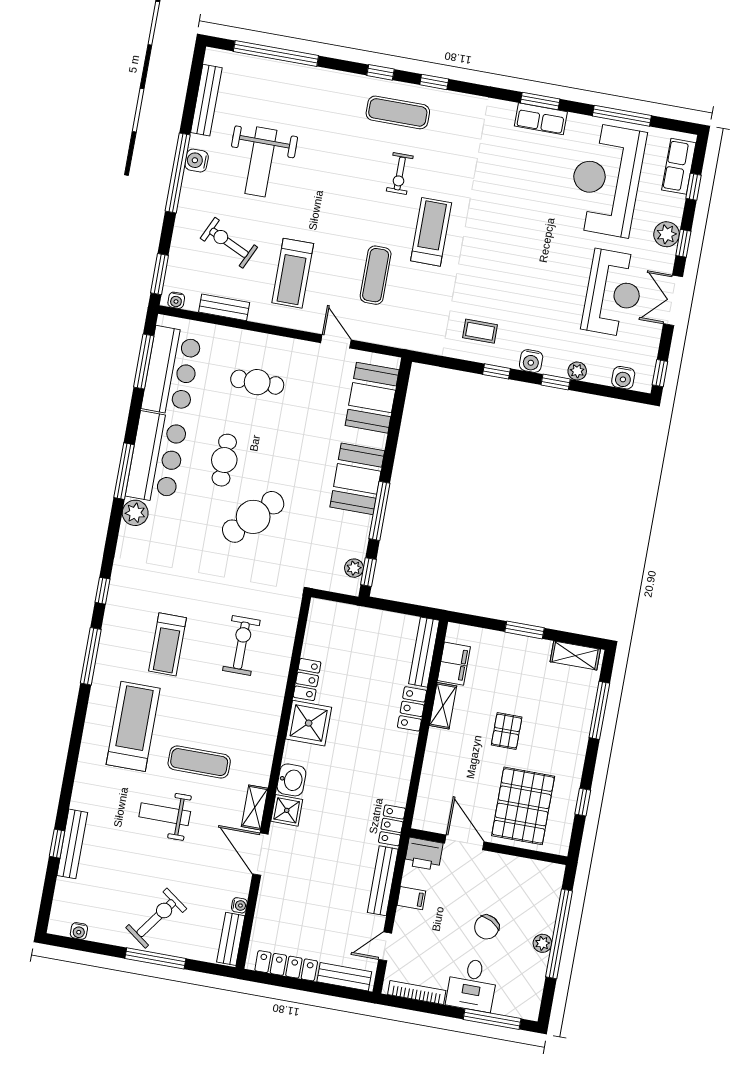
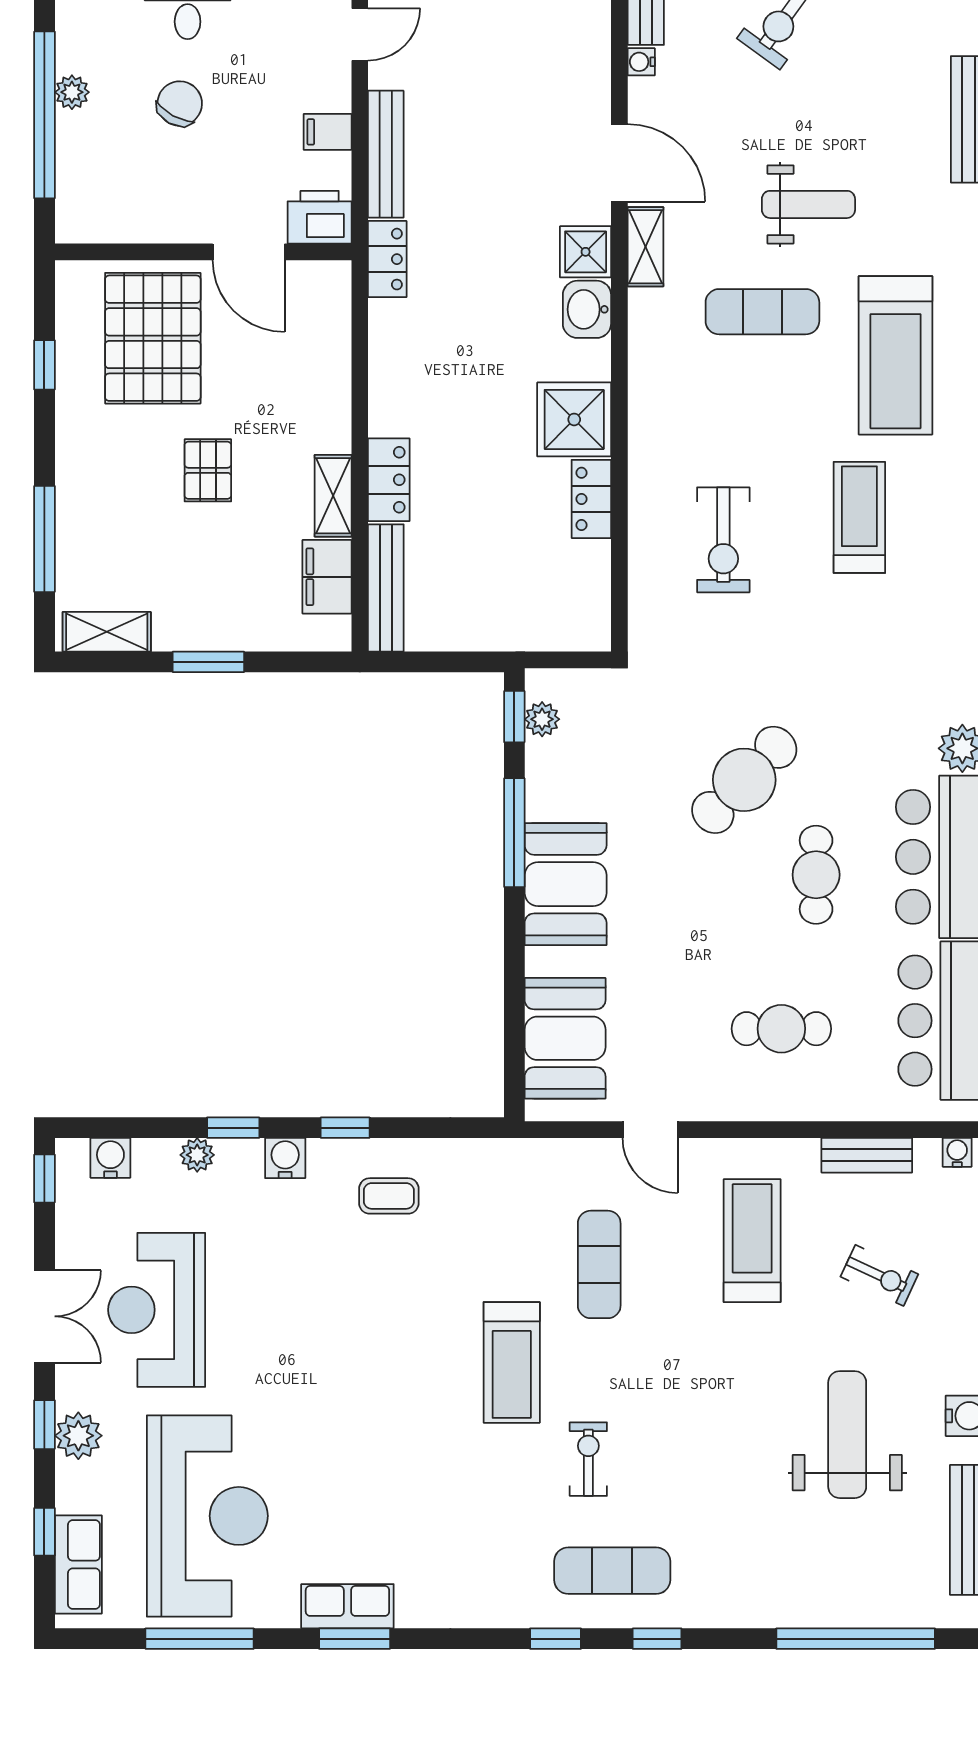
exercise bike: (229, 243) -> (879, 1275), width x0.73, depth x0.72

